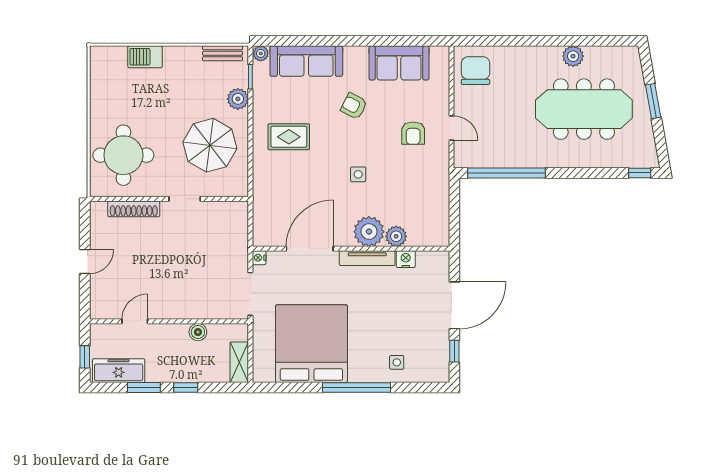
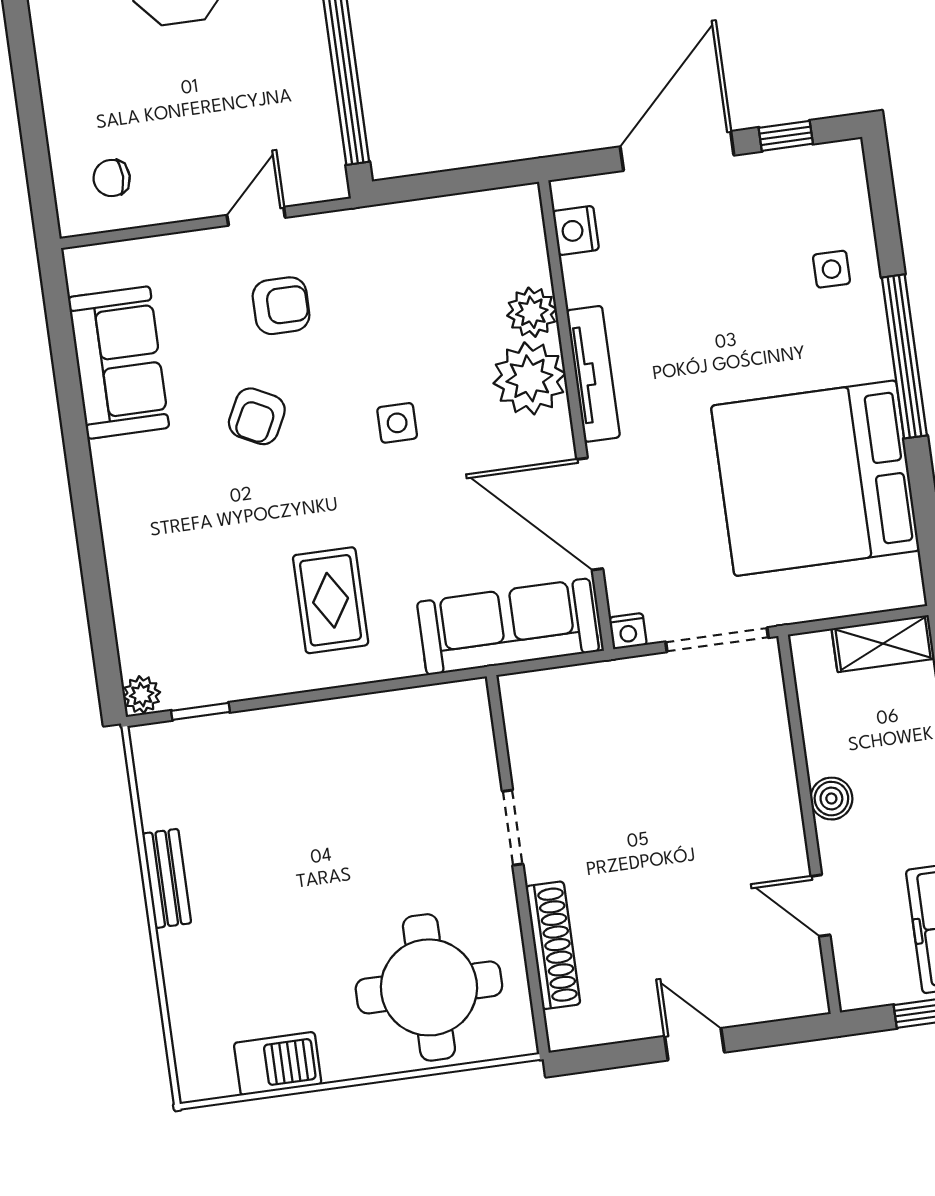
bench: (223, 53) -> (167, 878), moved
barbecue: (145, 57) -> (278, 1064), moved, turned -90
sofa: (306, 61) -> (508, 627), moved, turned -90
chair: (476, 71) -> (112, 178), width x0.54, depth x0.54
plant: (238, 99) -> (257, 734), removed
armchair: (354, 106) -> (257, 416), moved
parasol: (210, 145) -> (377, 785), removed
nightstand: (406, 259) -> (576, 230), moved
door: (454, 305) -> (677, 151), hinge flipped
boiler: (198, 332) -> (831, 799), moved

